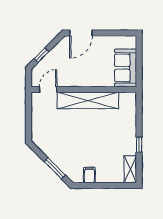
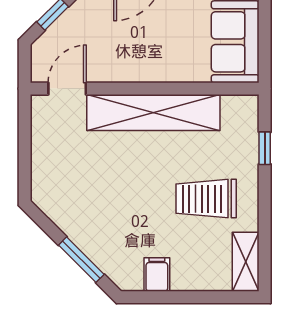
trolley: (112, 140) -> (206, 199), added
window: (139, 145) -> (265, 148), moved

